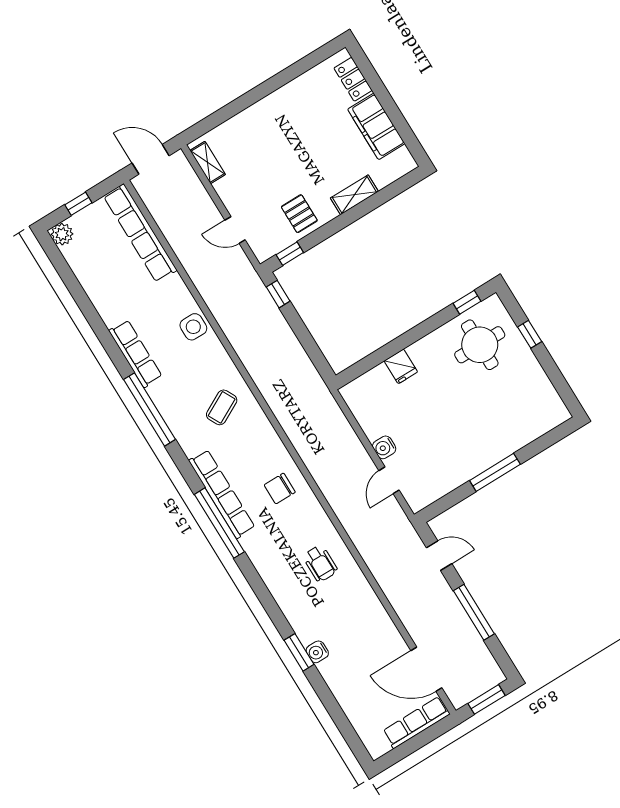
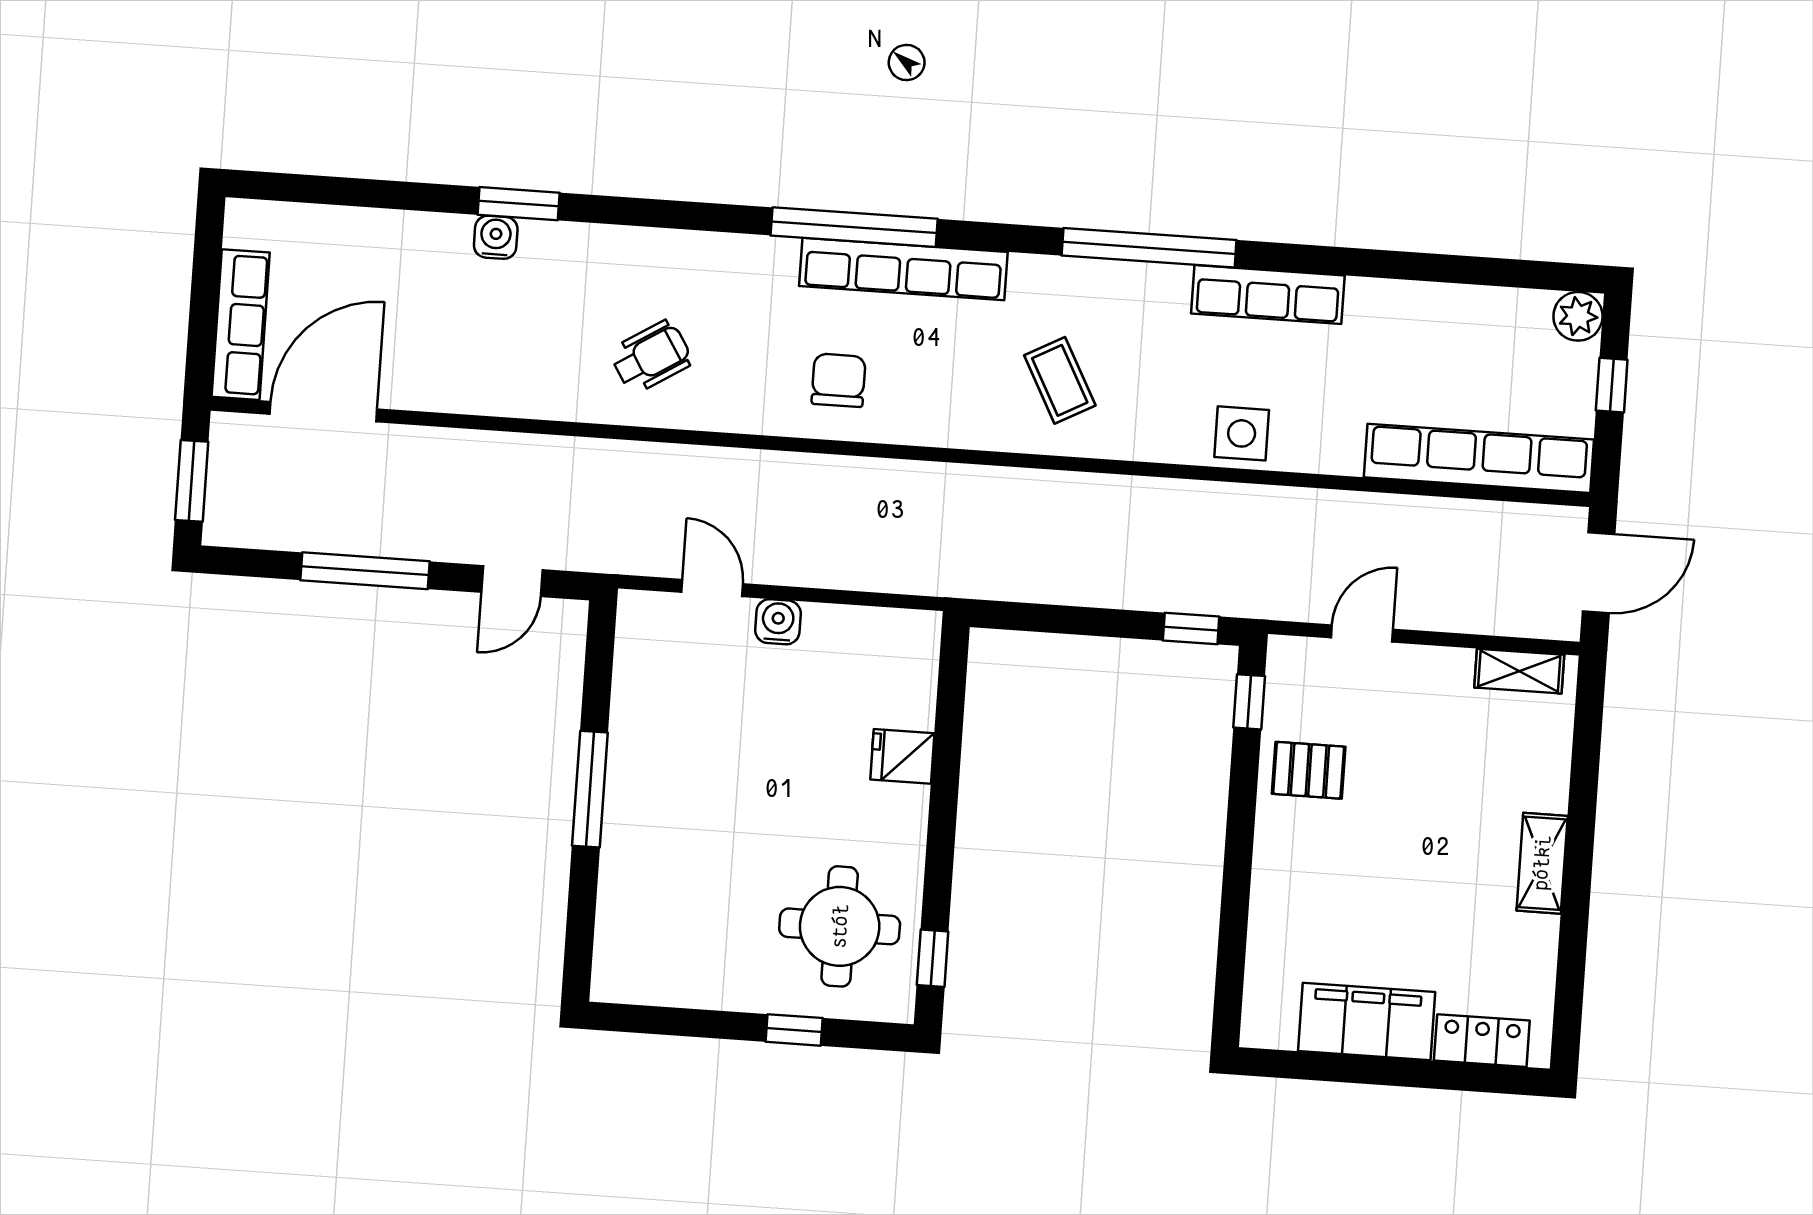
shelving: (354, 195) -> (1542, 863), moved
wheelchair: (320, 564) -> (651, 357), turned 148

